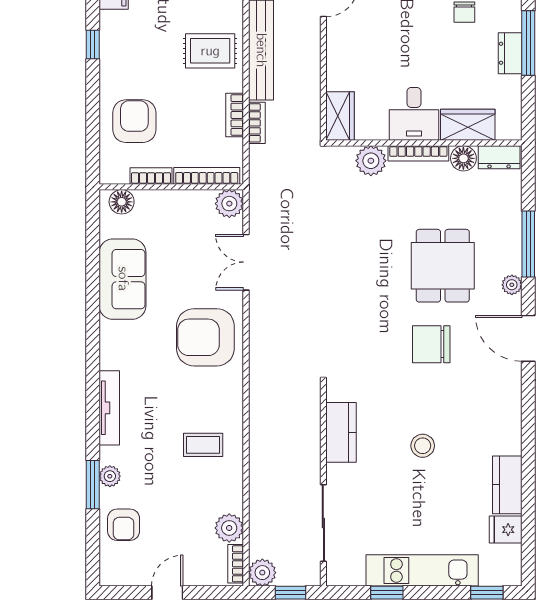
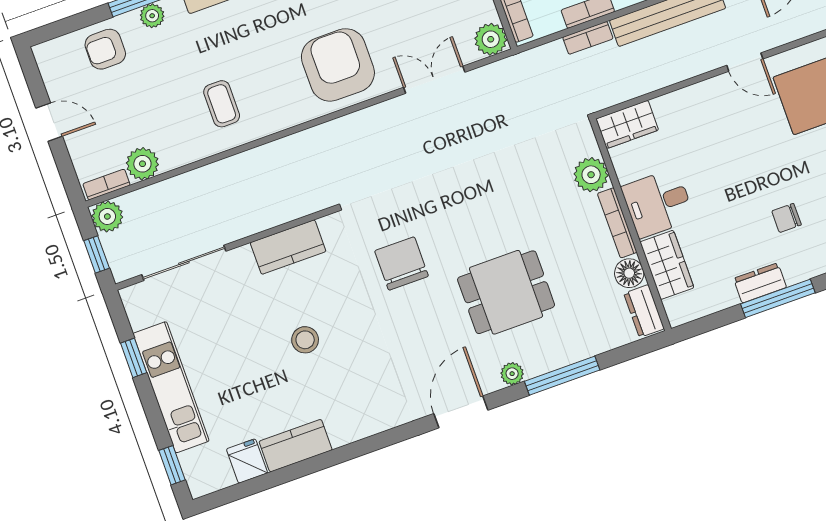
chair: (431, 344) -> (402, 264), moved

